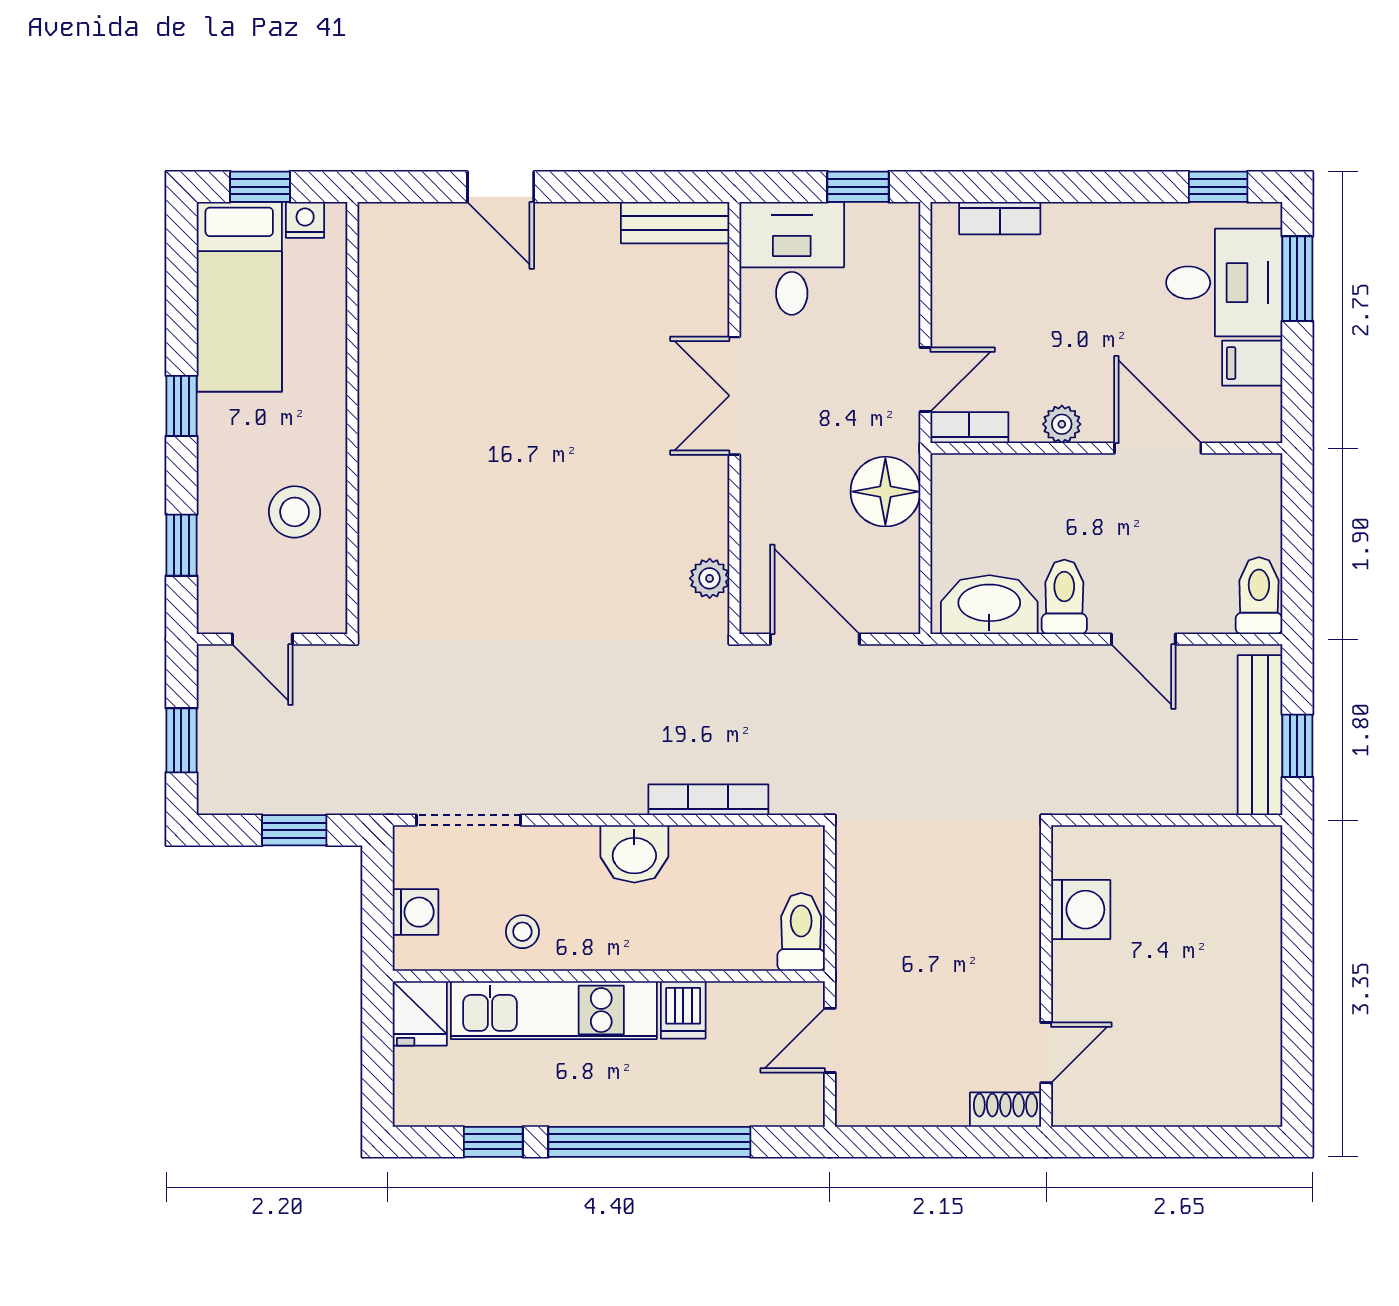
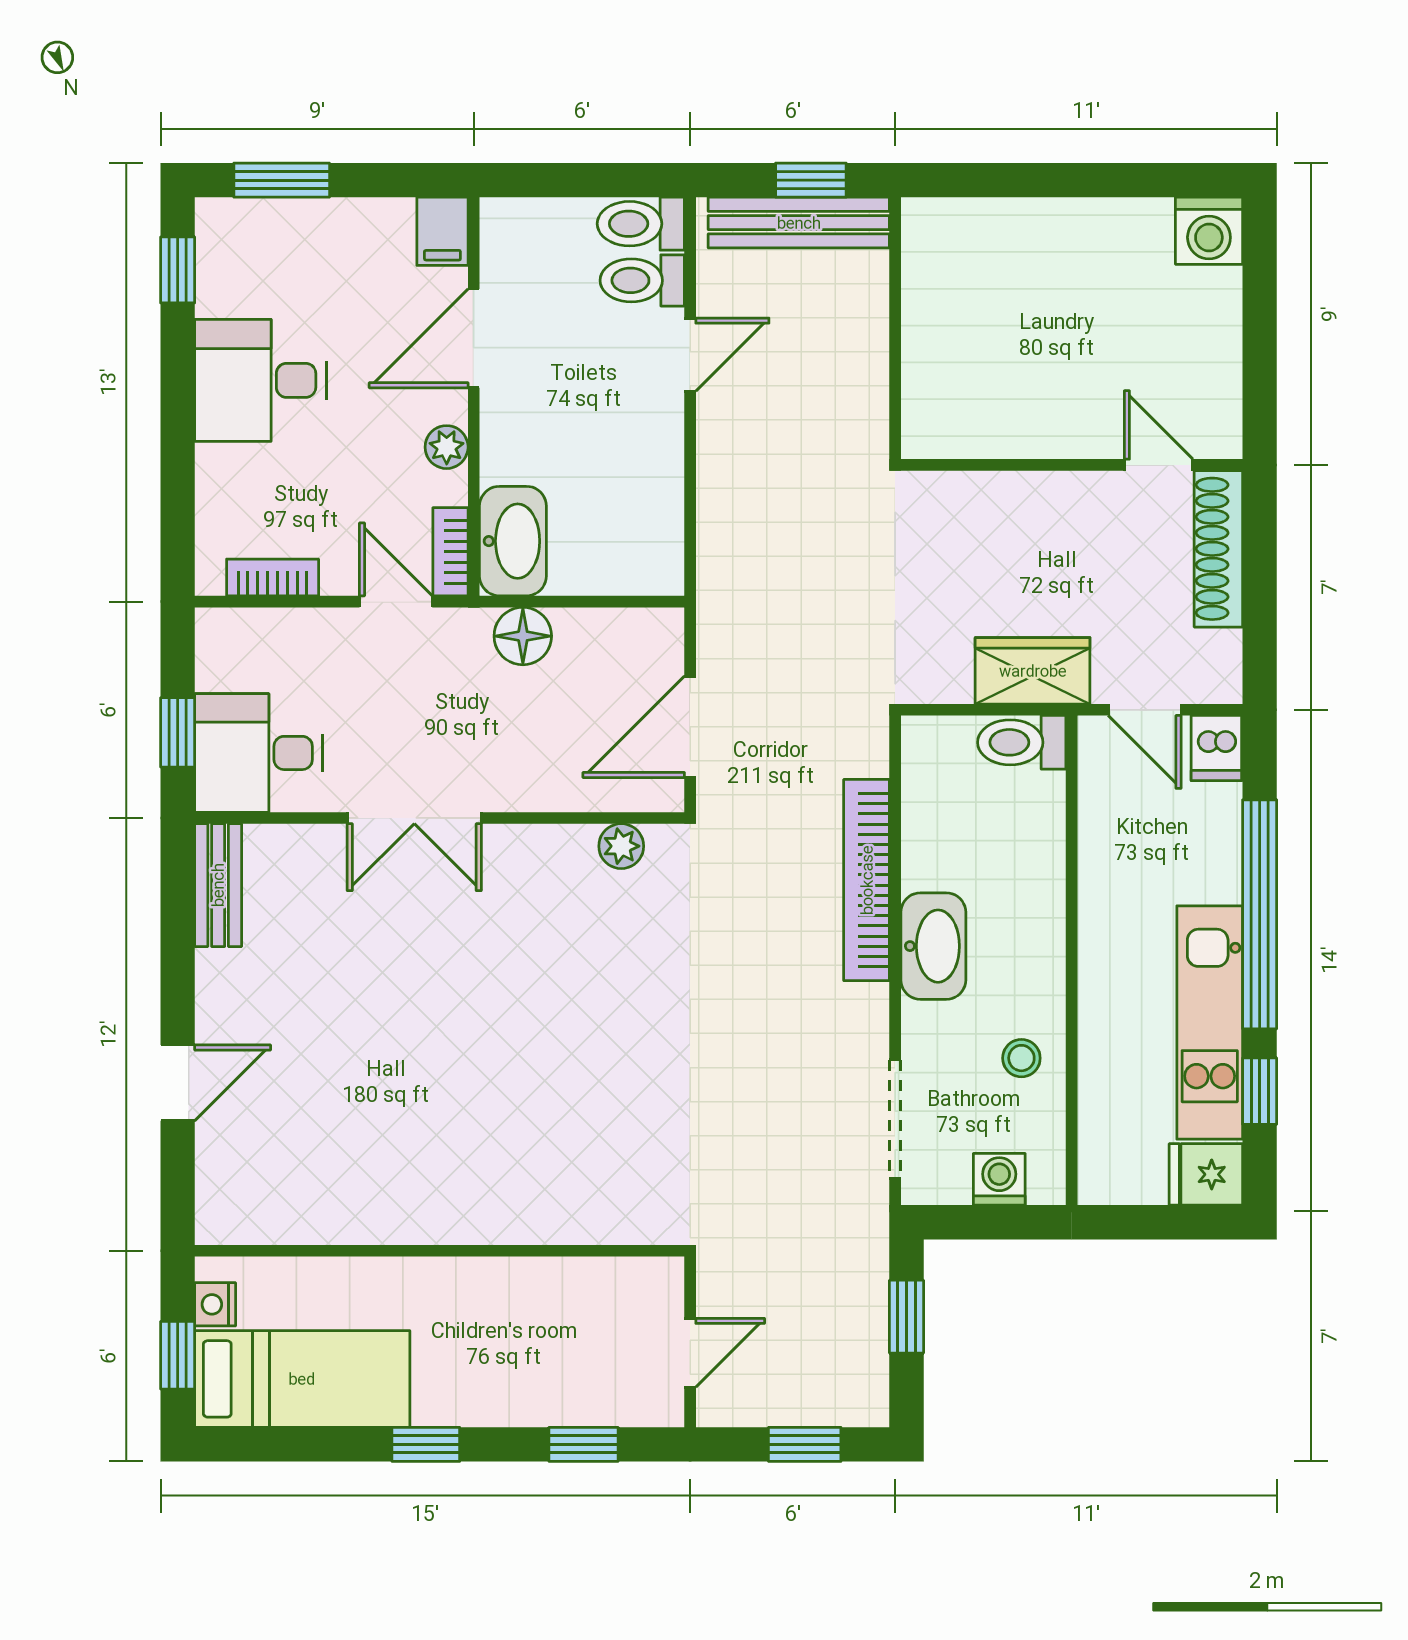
window: (858, 187) -> (178, 732), moved
bookcase: (1000, 218) -> (273, 577), moved, turned -90
desk: (1224, 283) -> (260, 380), moved, turned -90
filing cabinet: (1252, 363) -> (442, 231), moved
floor lamp: (885, 492) -> (523, 636), width x0.73, depth x0.73
stool: (295, 512) -> (546, 1316), removed
toilet: (1064, 597) -> (642, 280), moved
washbasin: (989, 605) -> (513, 541), moved, turned 180
bookcase: (708, 800) -> (867, 880), width x1.48, depth x1.31
washbasin: (634, 854) -> (933, 946), width x1.38
washing machine: (1081, 910) -> (1209, 231), moved, turned 180
wardrobe: (864, 941) -> (1033, 671), added
kitchen unit: (554, 1010) -> (1210, 1023), moved, turned 180
dishwasher: (683, 1010) -> (1216, 748), moved, turned 90
fridge: (420, 1013) -> (1206, 1174), moved, turned 180
shoe rack: (1005, 1110) -> (1218, 549), width x1.94, depth x1.24

